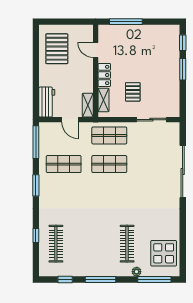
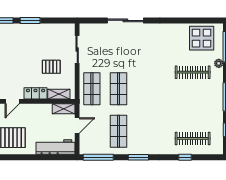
workbench: (47, 102) -> (55, 147), width x1.38
sliding door: (183, 171) -> (125, 20), width x0.73

